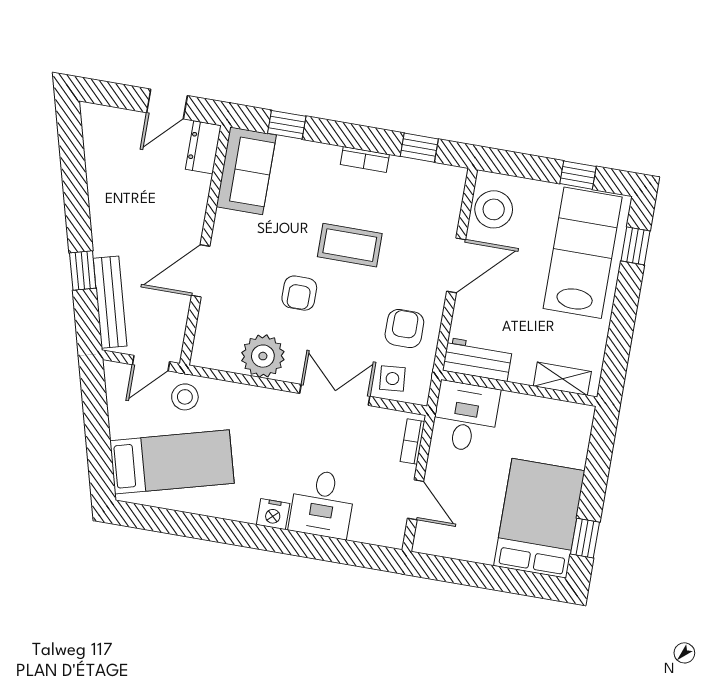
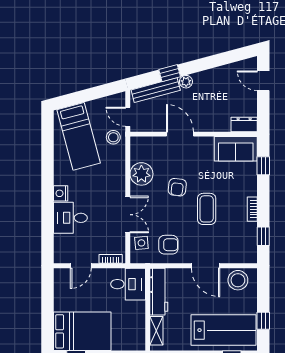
door: (167, 104) -> (263, 81), moved
plant: (104, 243) -> (186, 82), added
armchair: (299, 293) -> (177, 187), turned -83
workbench: (477, 360) -> (159, 292), width x1.38

